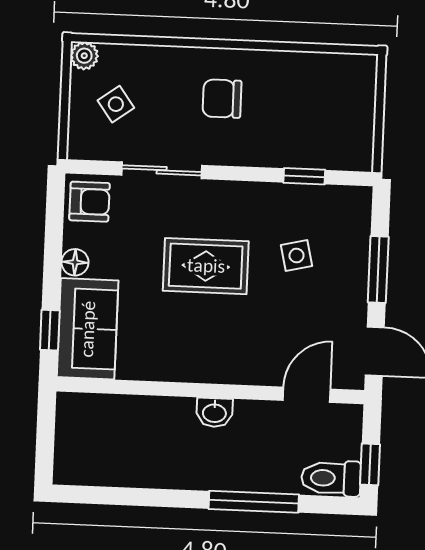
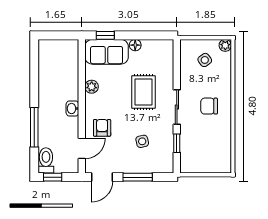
chair: (222, 99) -> (209, 106), turned -90
sliding door: (162, 170) -> (177, 107), moved
armchair: (90, 202) -> (102, 128), moved, turned 180
rug: (206, 266) -> (143, 92), moved
plant: (166, 366) -> (92, 87), added
door: (307, 395) -> (82, 148), hinge flipped

